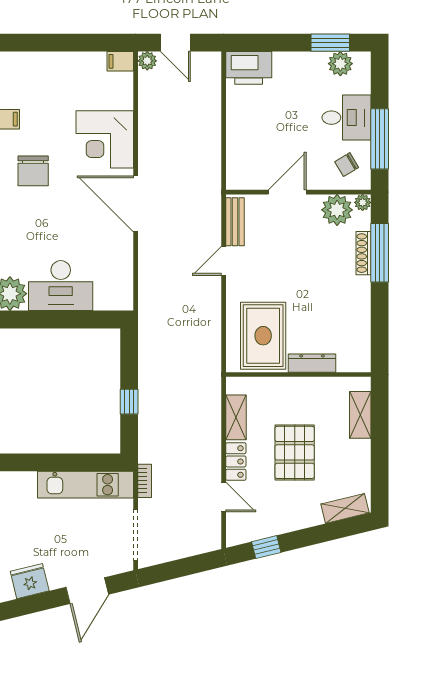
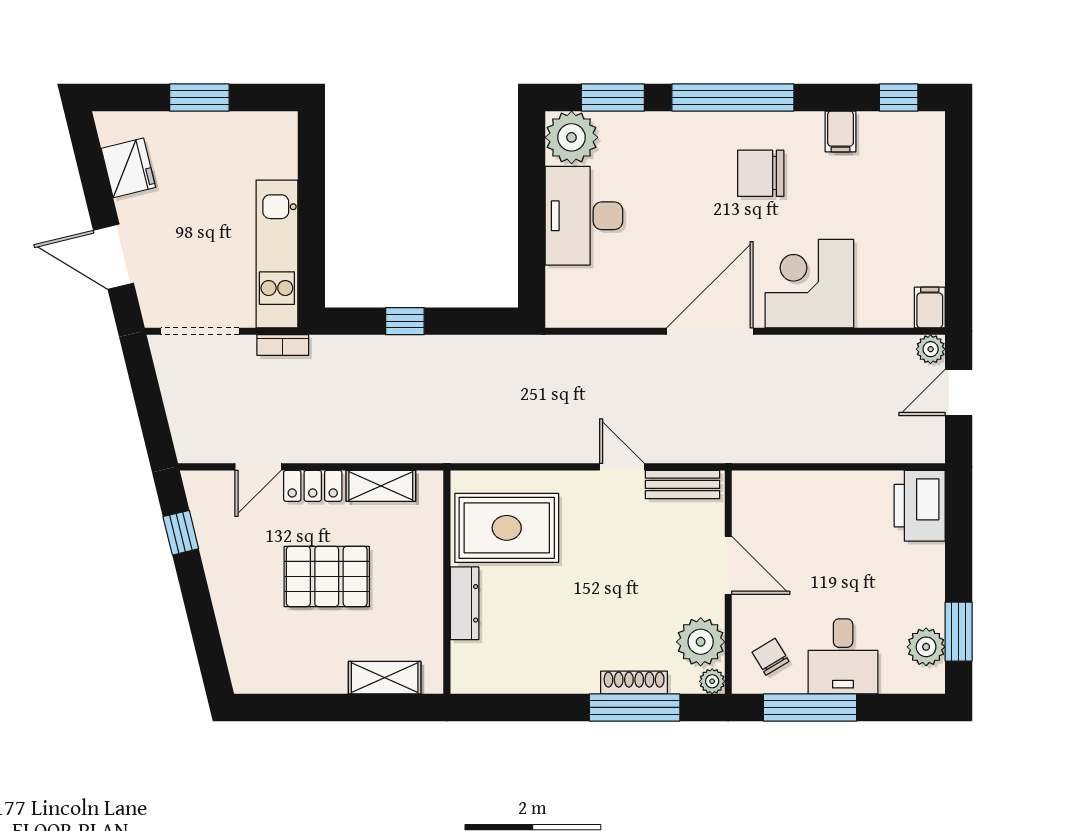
shelving: (345, 508) -> (240, 654), removed

